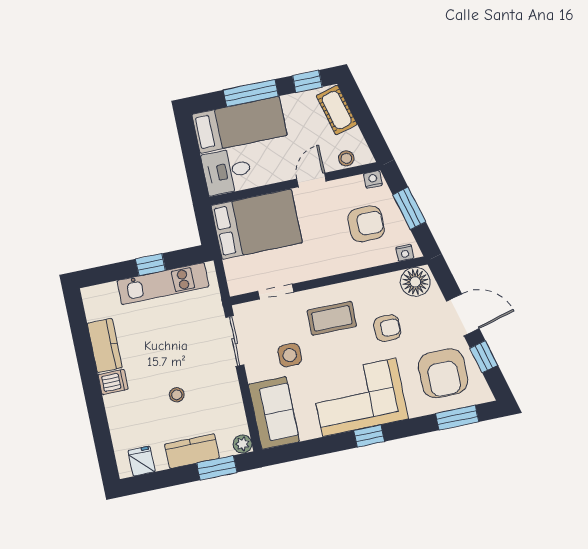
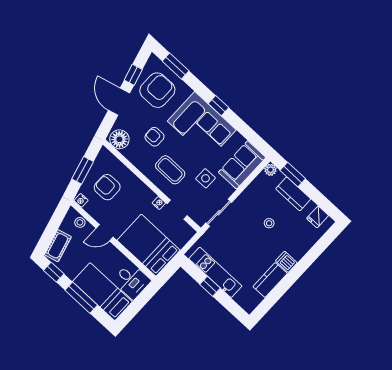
nightstand: (405, 253) -> (159, 203), moved

